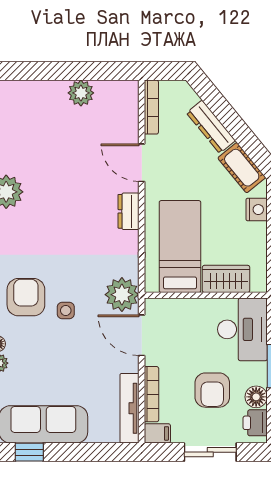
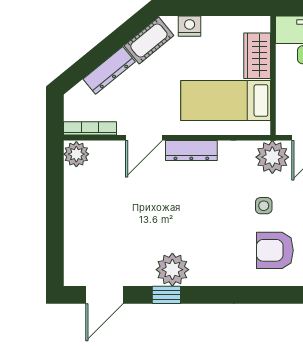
plant: (81, 93) -> (76, 154), moved
dresser: (129, 211) -> (191, 151), width x1.44
side table: (66, 311) -> (264, 206), moved

